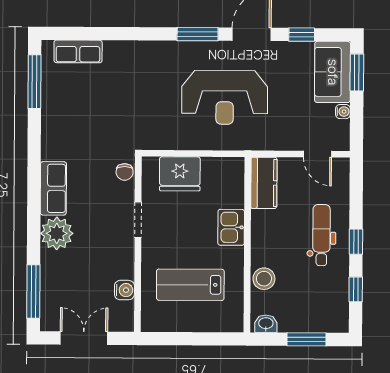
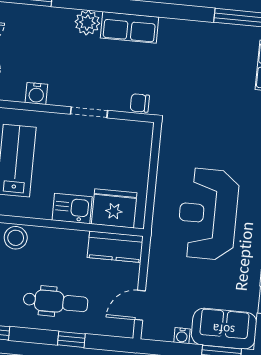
fridge: (180, 174) -> (114, 208), moved, turned 90
plant: (57, 233) -> (87, 23), width x0.73, depth x0.73
window: (356, 242) -> (71, 339), moved
water cooler: (124, 290) -> (36, 93), moved

